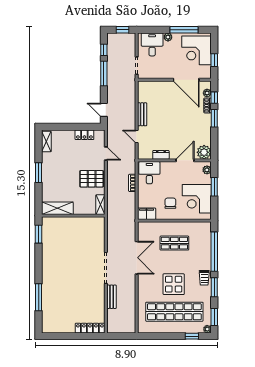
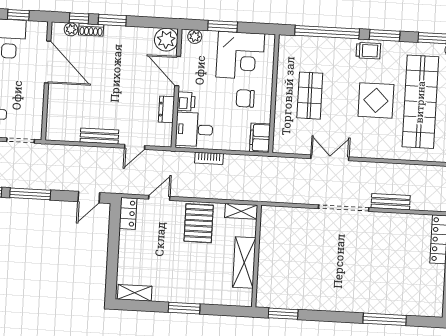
door: (186, 80) -> (48, 62), hinge flipped
locker: (84, 135) -> (128, 213), moved
printer: (166, 167) -> (186, 102), added
shelving: (57, 208) -> (244, 263), moved
double door: (137, 258) -> (330, 158), width x0.73

